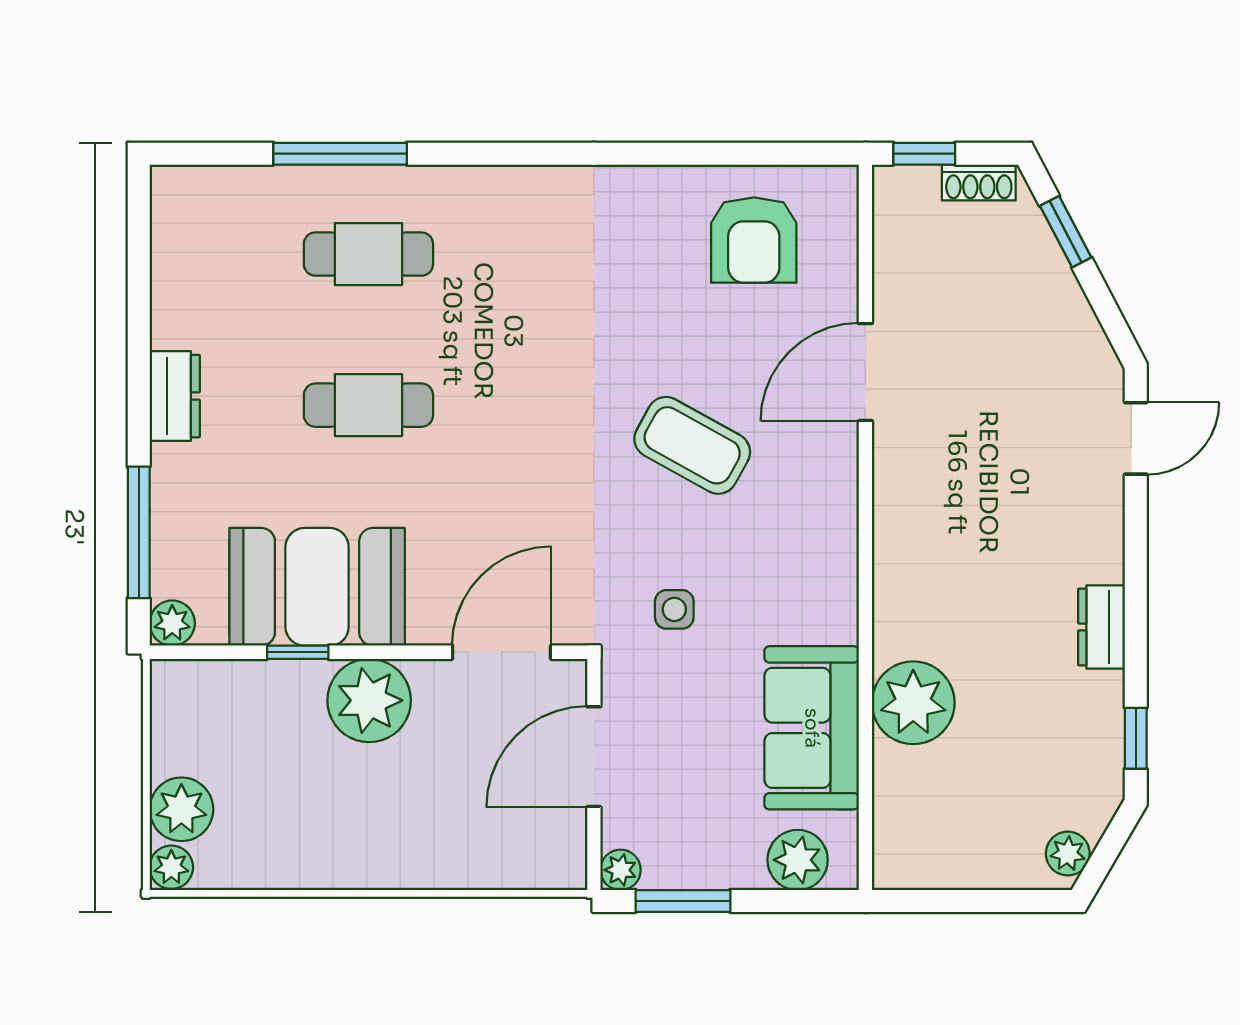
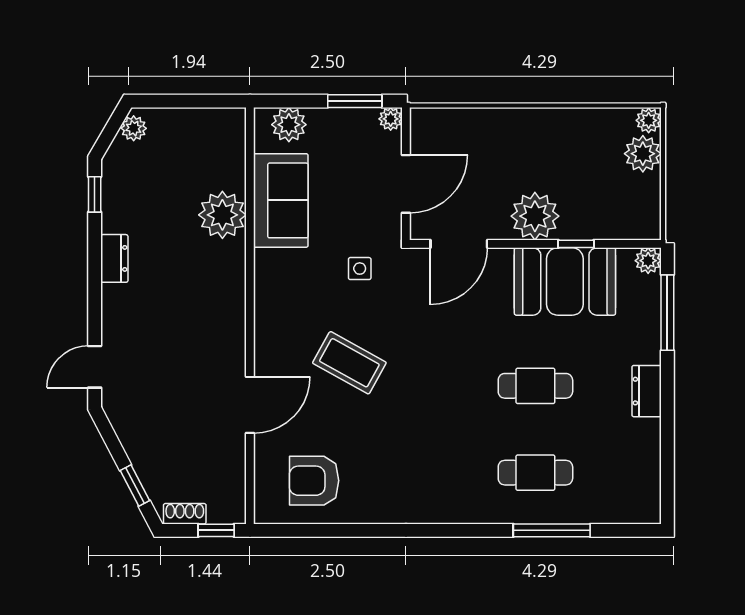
armchair: (754, 240) -> (314, 481), turned -90

